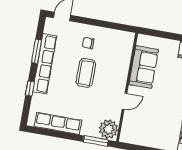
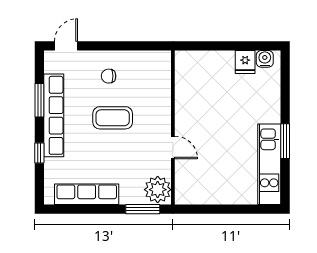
sofa: (144, 67) -> (191, 96), removed
coffee table: (86, 73) -> (113, 118), turned 90
door: (125, 101) -> (173, 147), hinge flipped

